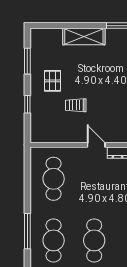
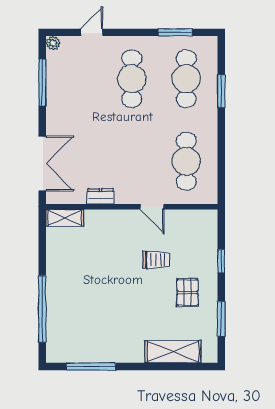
shelving: (84, 37) -> (173, 352), moved
door: (96, 145) -> (152, 207), moved
window: (27, 231) -> (221, 91), width x0.69

